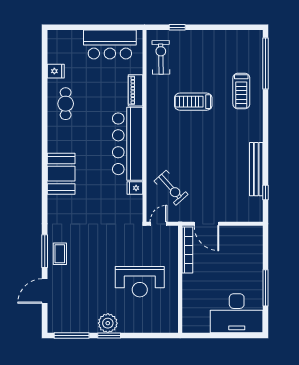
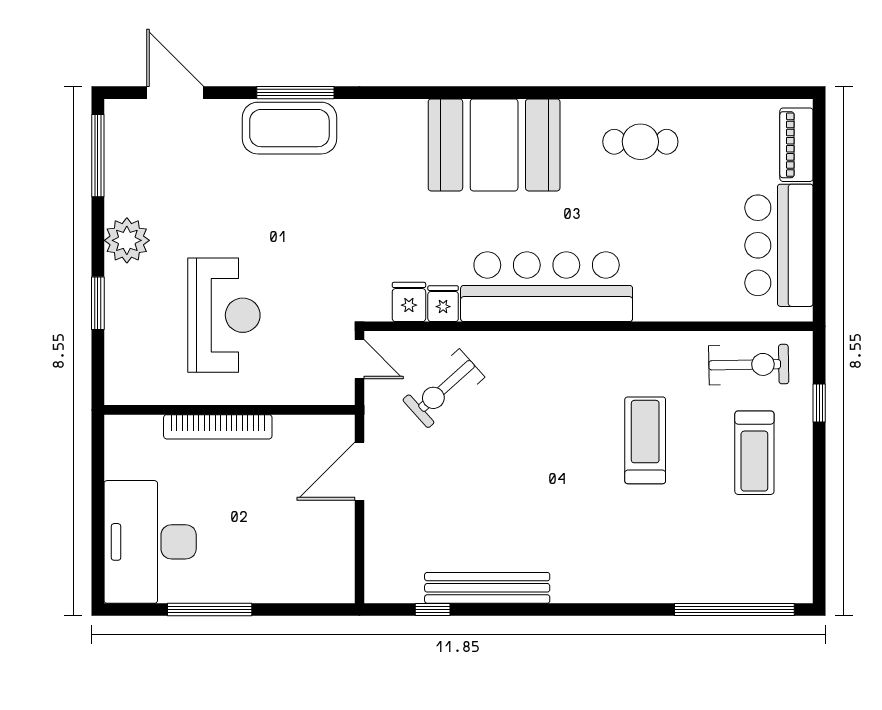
fridge: (56, 71) -> (409, 302), moved, turned 180
piano: (135, 90) -> (796, 145), moved, turned -90
treadmill: (241, 91) -> (754, 453), moved, turned -90
booth: (61, 174) -> (494, 145), width x1.36, depth x1.42
bookcase: (187, 250) -> (218, 427), moved
coffee table: (60, 254) -> (289, 128), width x1.86, depth x1.72
reception desk: (140, 282) -> (224, 315), turned 180
door: (45, 291) -> (175, 93), moved
window: (109, 336) -> (98, 303), moved

